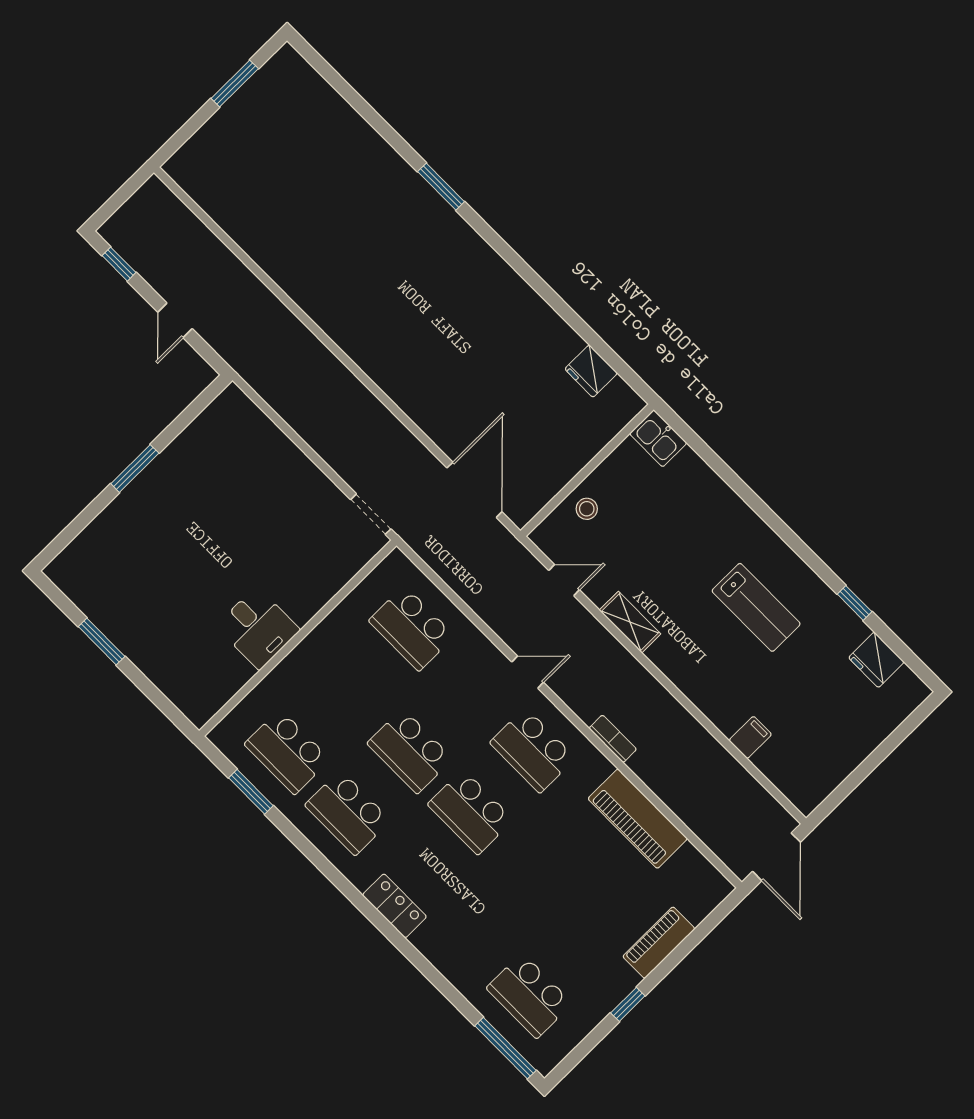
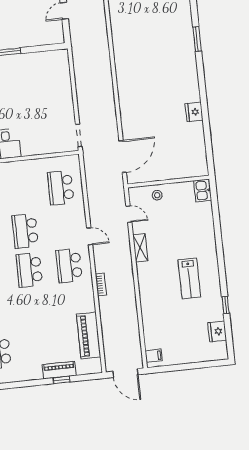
fridge: (591, 371) -> (194, 112), moved
filing cabinet: (750, 737) -> (154, 356), moved
piano: (638, 819) -> (89, 336), moved
door: (776, 857) -> (125, 373), hinge flipped
window: (628, 1004) -> (62, 380), moved

